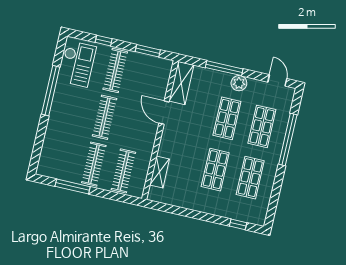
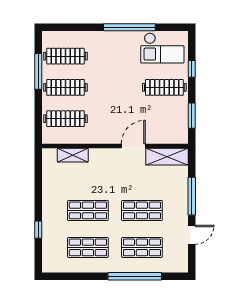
door: (277, 80) -> (192, 235), moved
plant: (239, 83) -> (180, 214), removed
clothes rail: (105, 117) -> (65, 56), moved
window: (238, 224) -> (38, 230), moved

